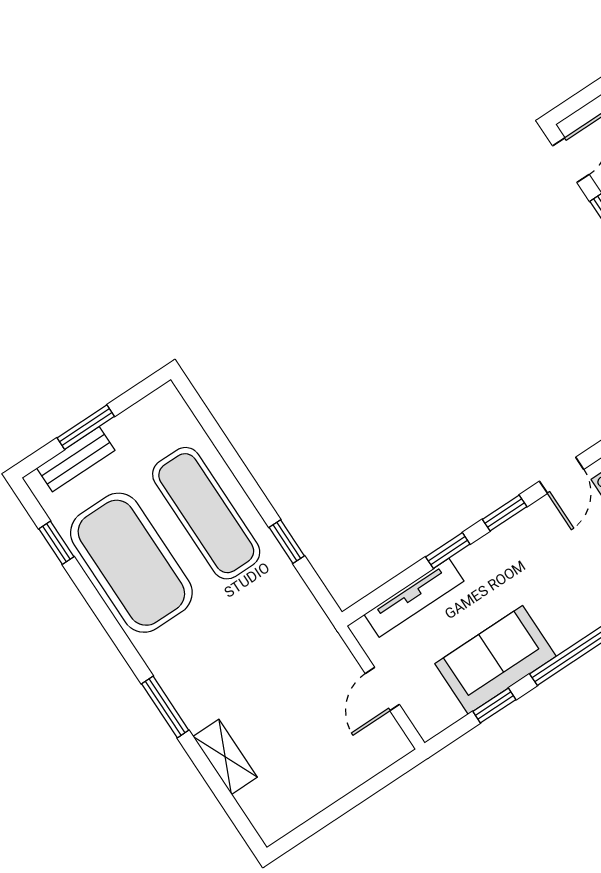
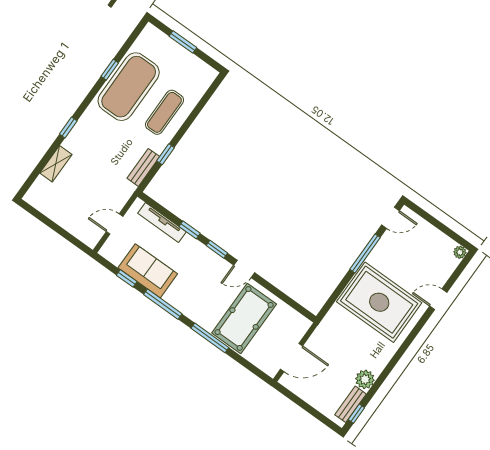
bench: (76, 459) -> (143, 167), moved, turned 90
exercise mat: (206, 513) -> (164, 112), width x0.73, depth x0.69
window: (56, 543) -> (110, 70), moved
window: (165, 707) -> (68, 127), width x0.67

